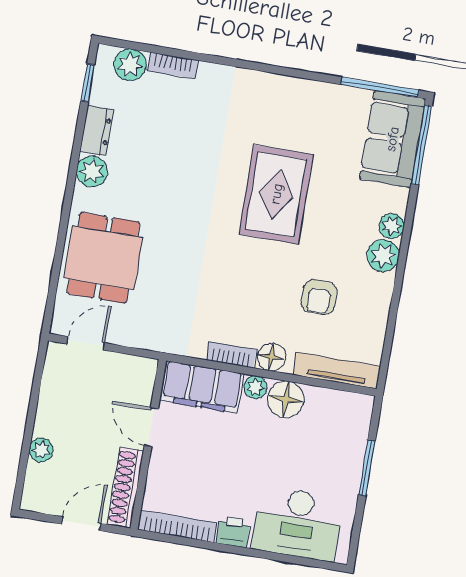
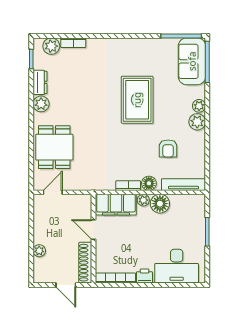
door: (81, 524) -> (66, 285), swing flipped

